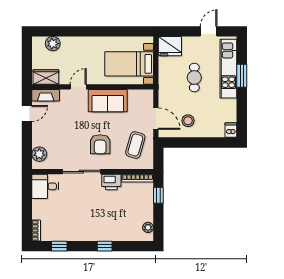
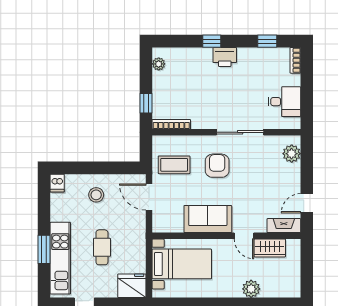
plant: (53, 44) -> (251, 289), moved
wardrobe: (46, 77) -> (270, 248), moved
door: (78, 87) -> (244, 236), hinge flipped
stool: (188, 121) -> (96, 195), moved
coffee table: (135, 145) -> (174, 165), turned 74
printer: (111, 182) -> (225, 57), moved, turned 180
desk: (45, 186) -> (284, 102), moved

